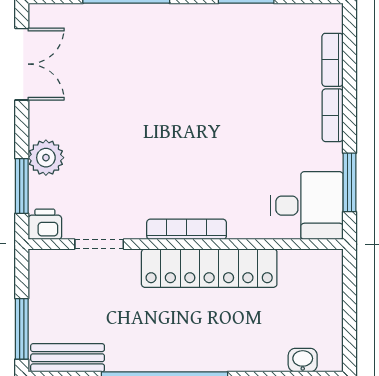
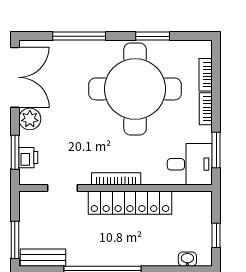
double door: (22, 64) -> (15, 77), width x1.37
round table: (217, 83) -> (135, 89), added
plant: (46, 158) -> (30, 119), moved
printer: (45, 224) -> (28, 158), moved, turned 90
window: (349, 321) -> (216, 235), added

